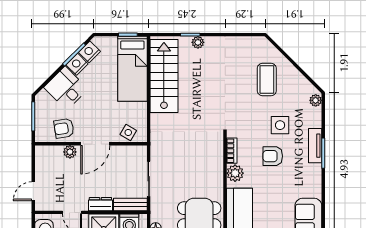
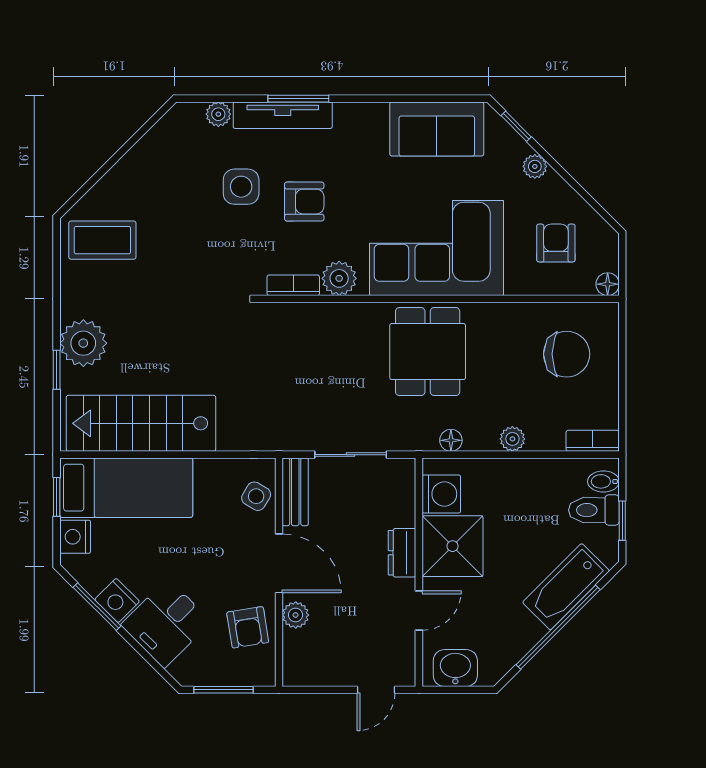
plant: (198, 42) -> (83, 343), width x1.88, depth x1.88
nightstand: (90, 52) -> (75, 537), moved, turned 45
coffee table: (267, 80) -> (102, 240), moved
plant: (316, 100) -> (218, 114), moved
tv unit: (315, 146) -> (283, 115), width x1.41
armchair: (273, 156) -> (304, 202), turned -90
door: (33, 191) -> (376, 690), hinge flipped
bench: (130, 204) -> (295, 492), moved

